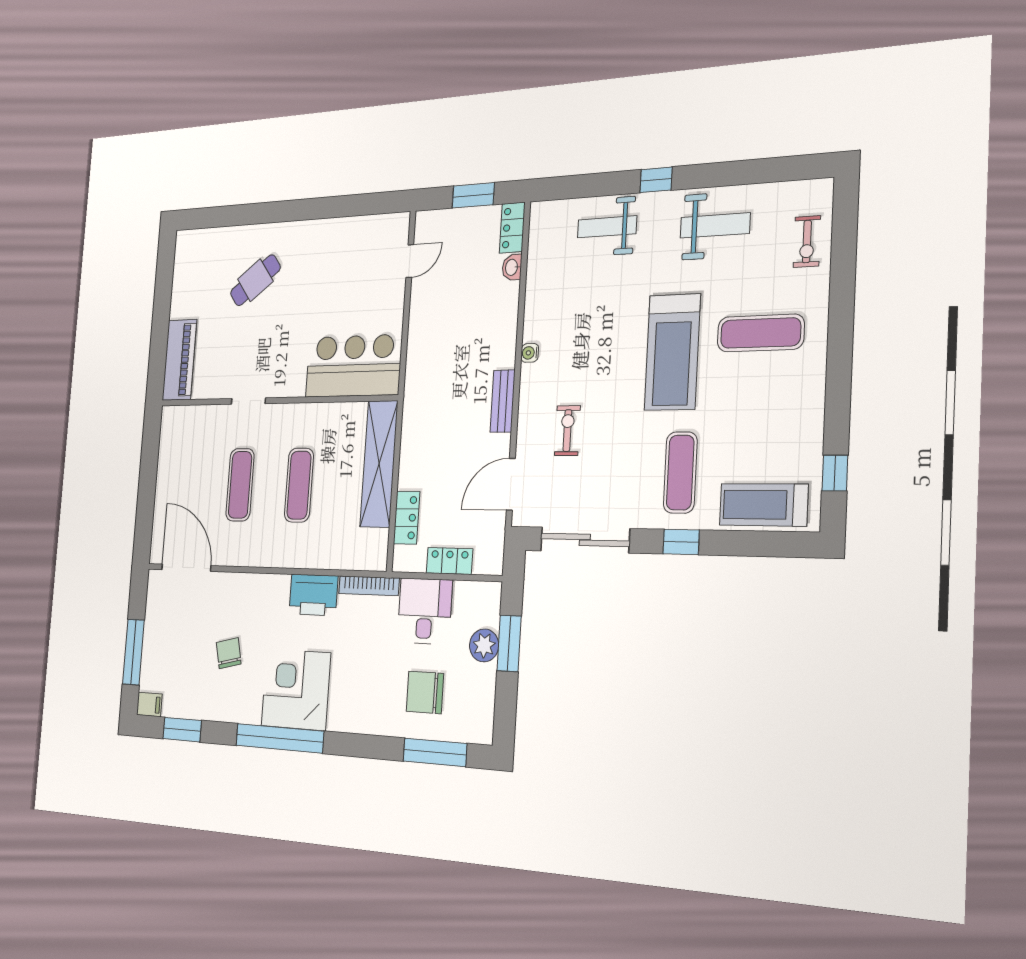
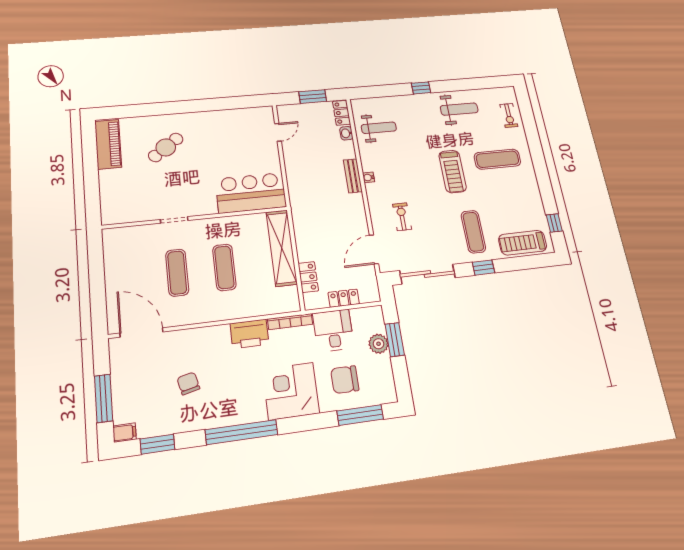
weight bench: (607, 227) -> (379, 128), moved, turned 180
treadmill: (672, 352) -> (453, 171), width x0.73, depth x0.73
piano: (179, 360) -> (108, 144), moved
bench: (503, 401) -> (353, 176), moved
corner desk: (296, 689) -> (291, 391), moved

